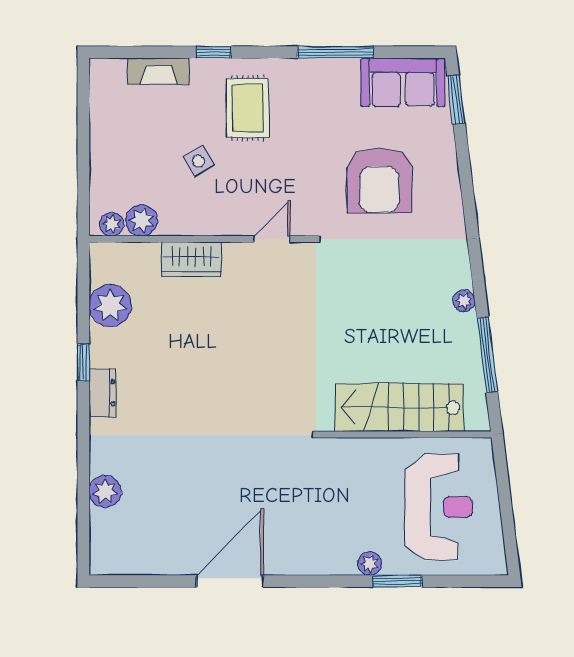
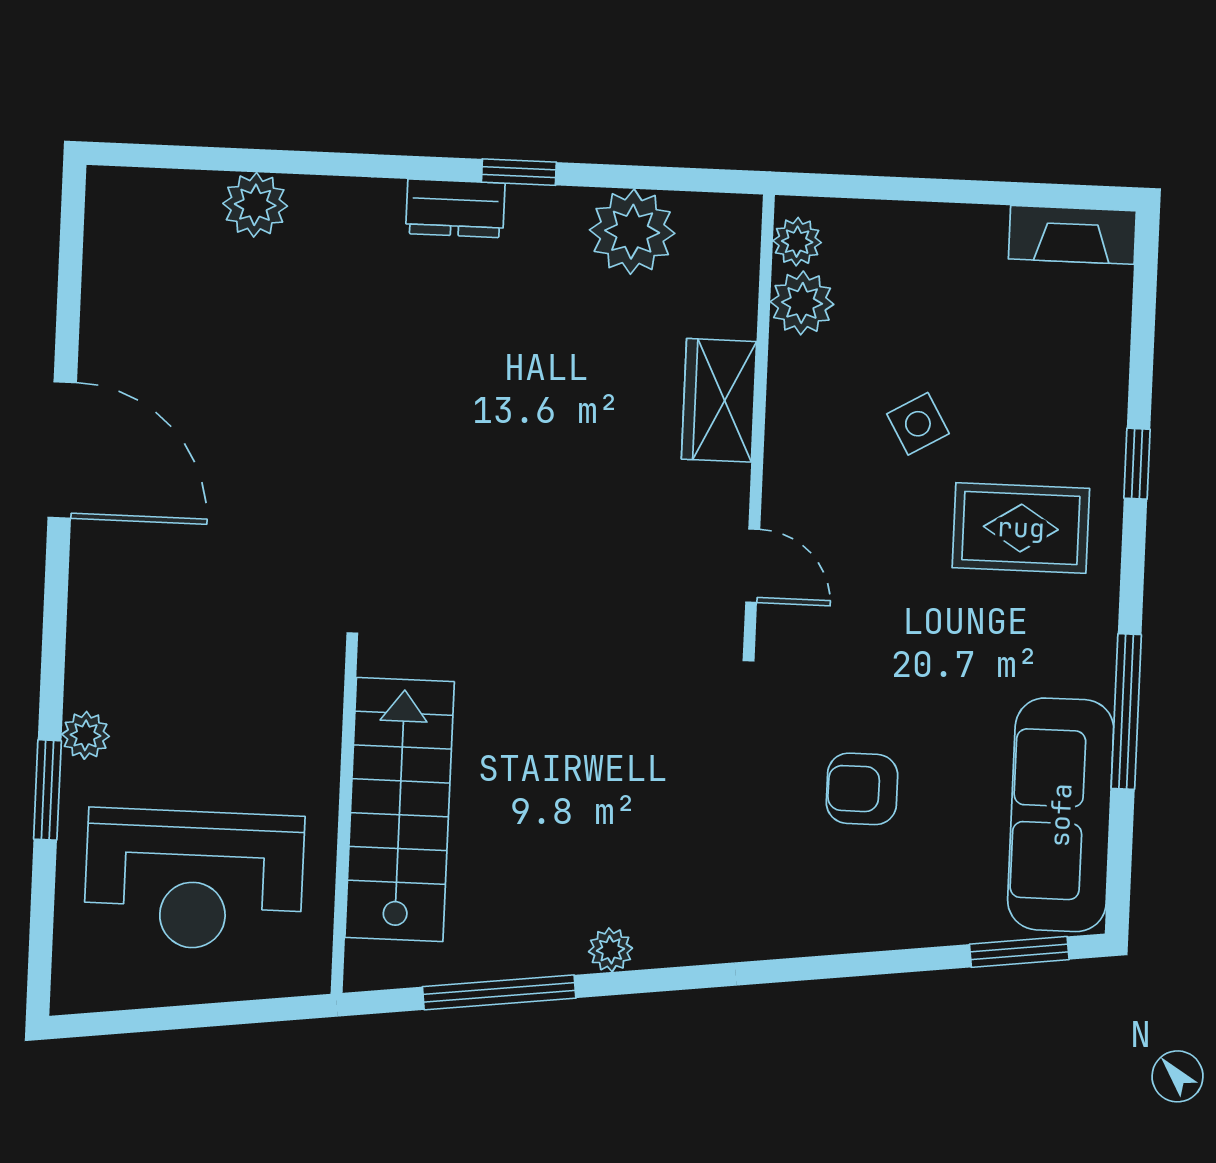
fireplace: (158, 71) -> (1072, 235), moved, turned -90
sofa: (403, 82) -> (1061, 815), width x1.36
armchair: (379, 180) -> (862, 789), width x0.53, depth x0.53

